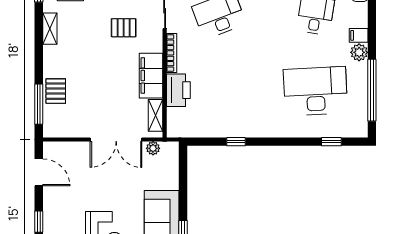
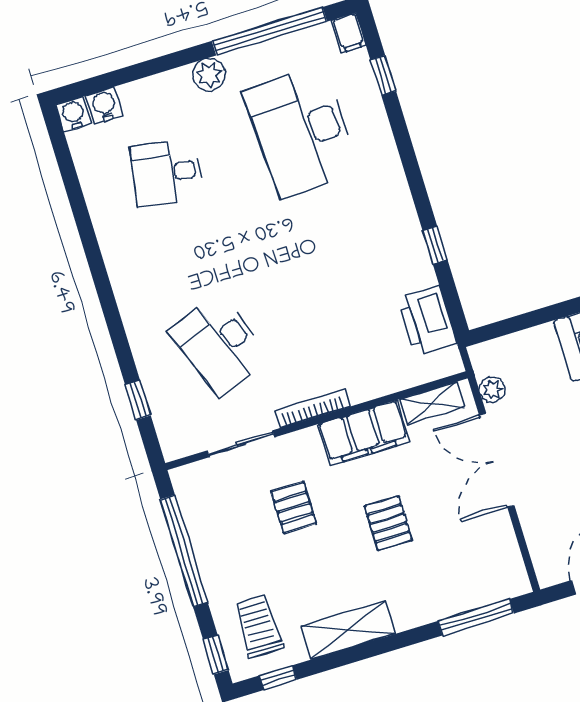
shelving: (50, 29) -> (348, 630), width x1.50, depth x1.33
filing cabinet: (359, 35) -> (349, 33), moved
printer: (178, 90) -> (427, 321), moved, turned -90
pallet: (56, 91) -> (388, 523), moved, turned 90
double door: (116, 139) -> (497, 460), swing flipped

